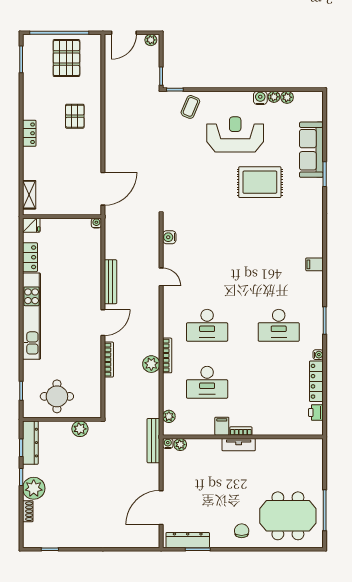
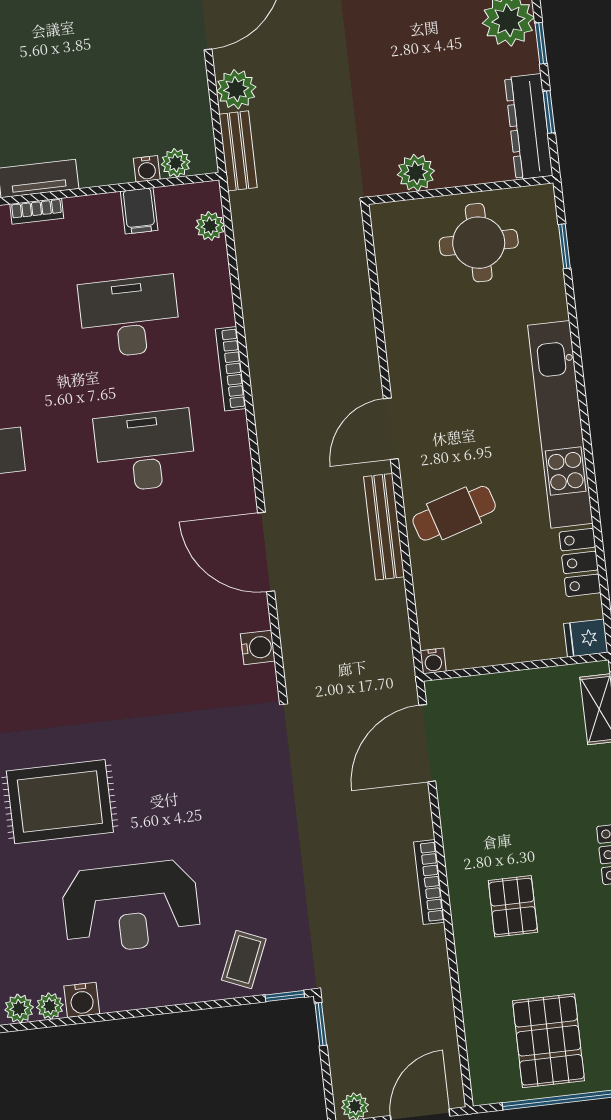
door: (161, 277) -> (266, 552), width x1.88
cafe table: (80, 284) -> (454, 513), added
bookcase: (109, 360) -> (429, 882), moved
plant: (151, 364) -> (236, 89), moved
filing cabinet: (222, 426) -> (139, 211), moved
bench: (153, 441) -> (238, 151), width x0.73
water cooler: (168, 443) -> (147, 169), moved

